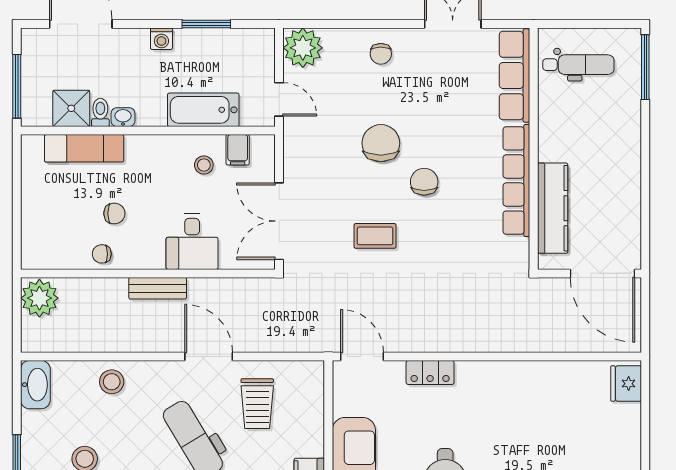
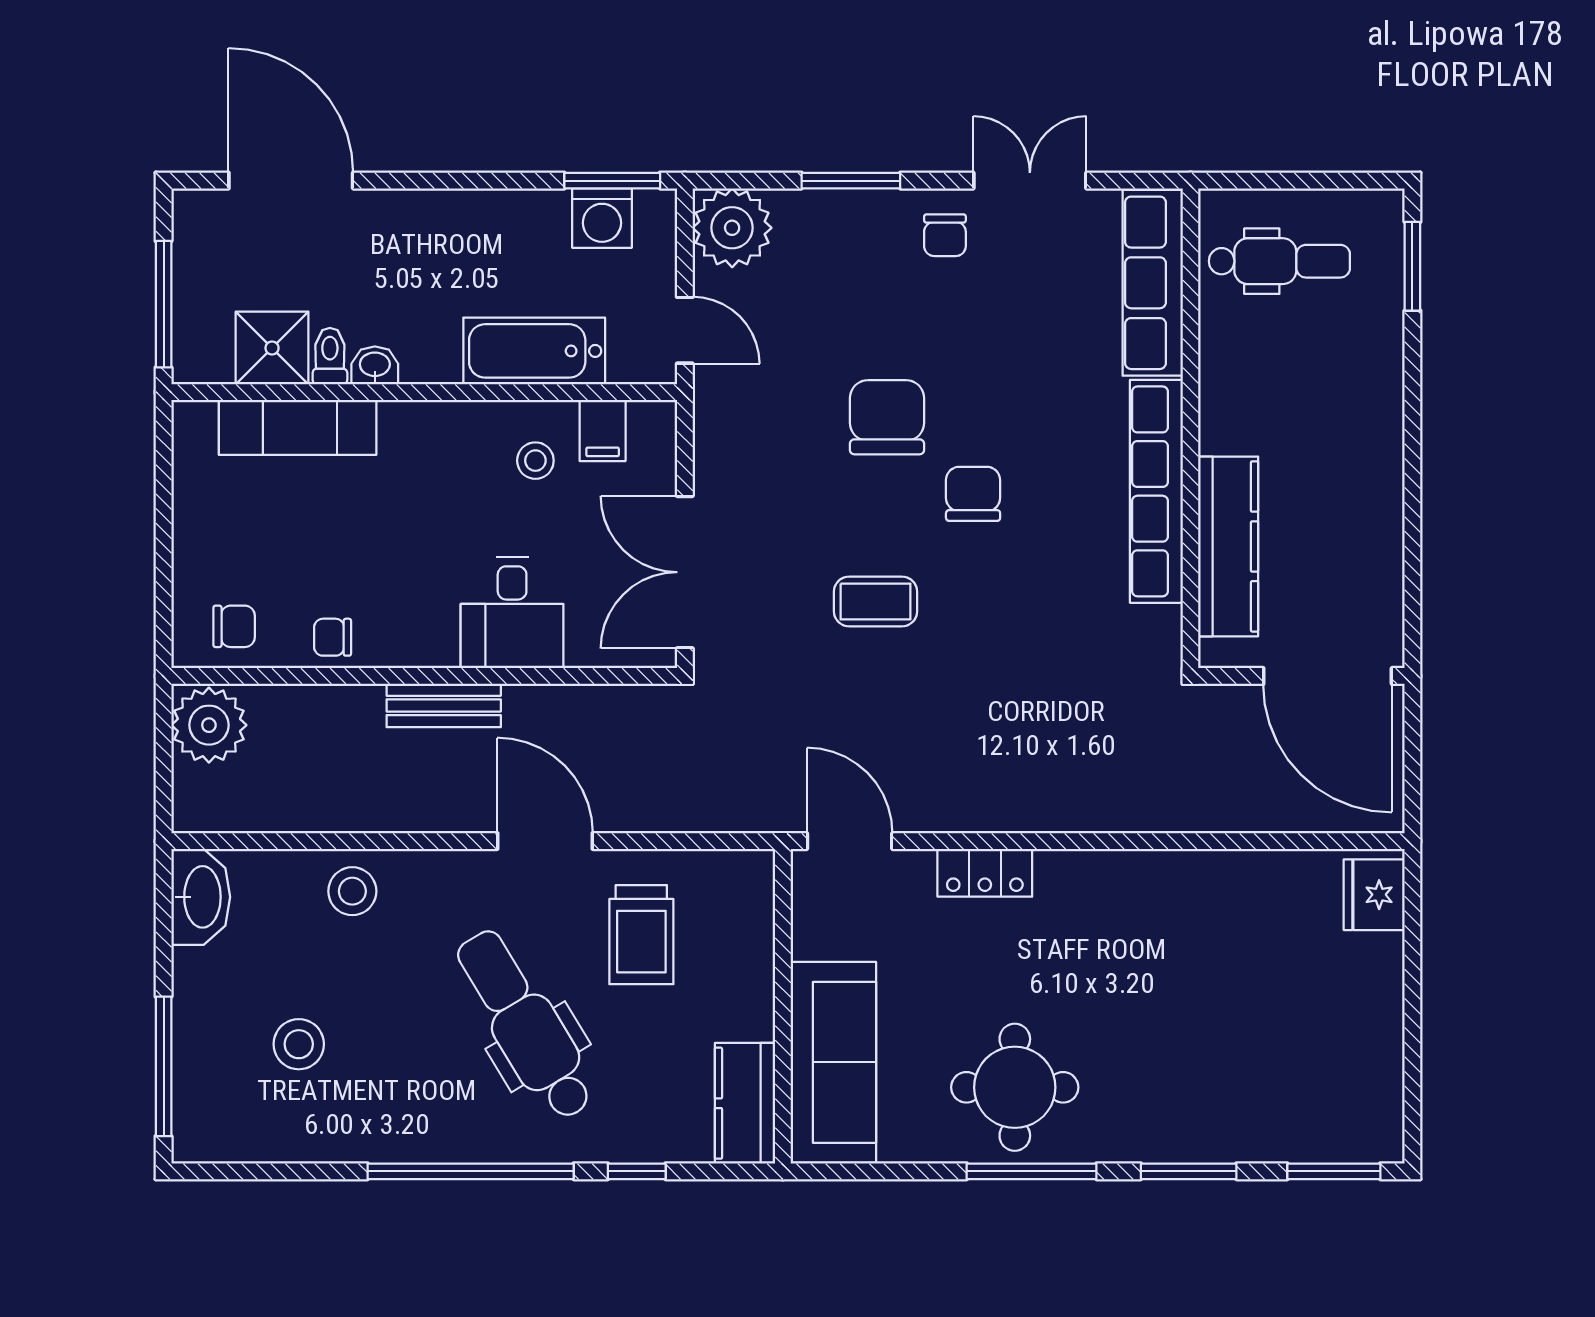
window: (206, 24) -> (612, 181), moved
window: (363, 24) -> (851, 181), added
washing machine: (161, 39) -> (602, 218), moved, width x1.38, depth x1.38
chair: (381, 54) -> (945, 235), moved
window: (645, 67) -> (1412, 266), width x0.69
chair: (114, 213) -> (234, 626), moved

